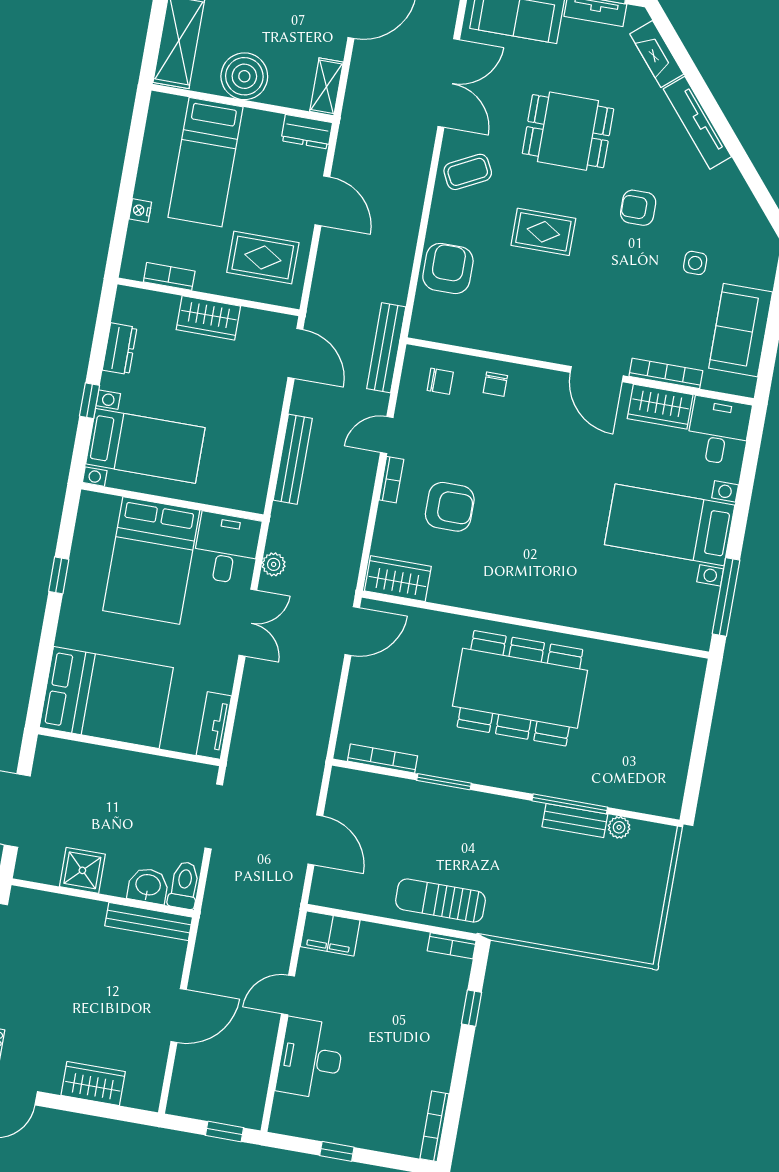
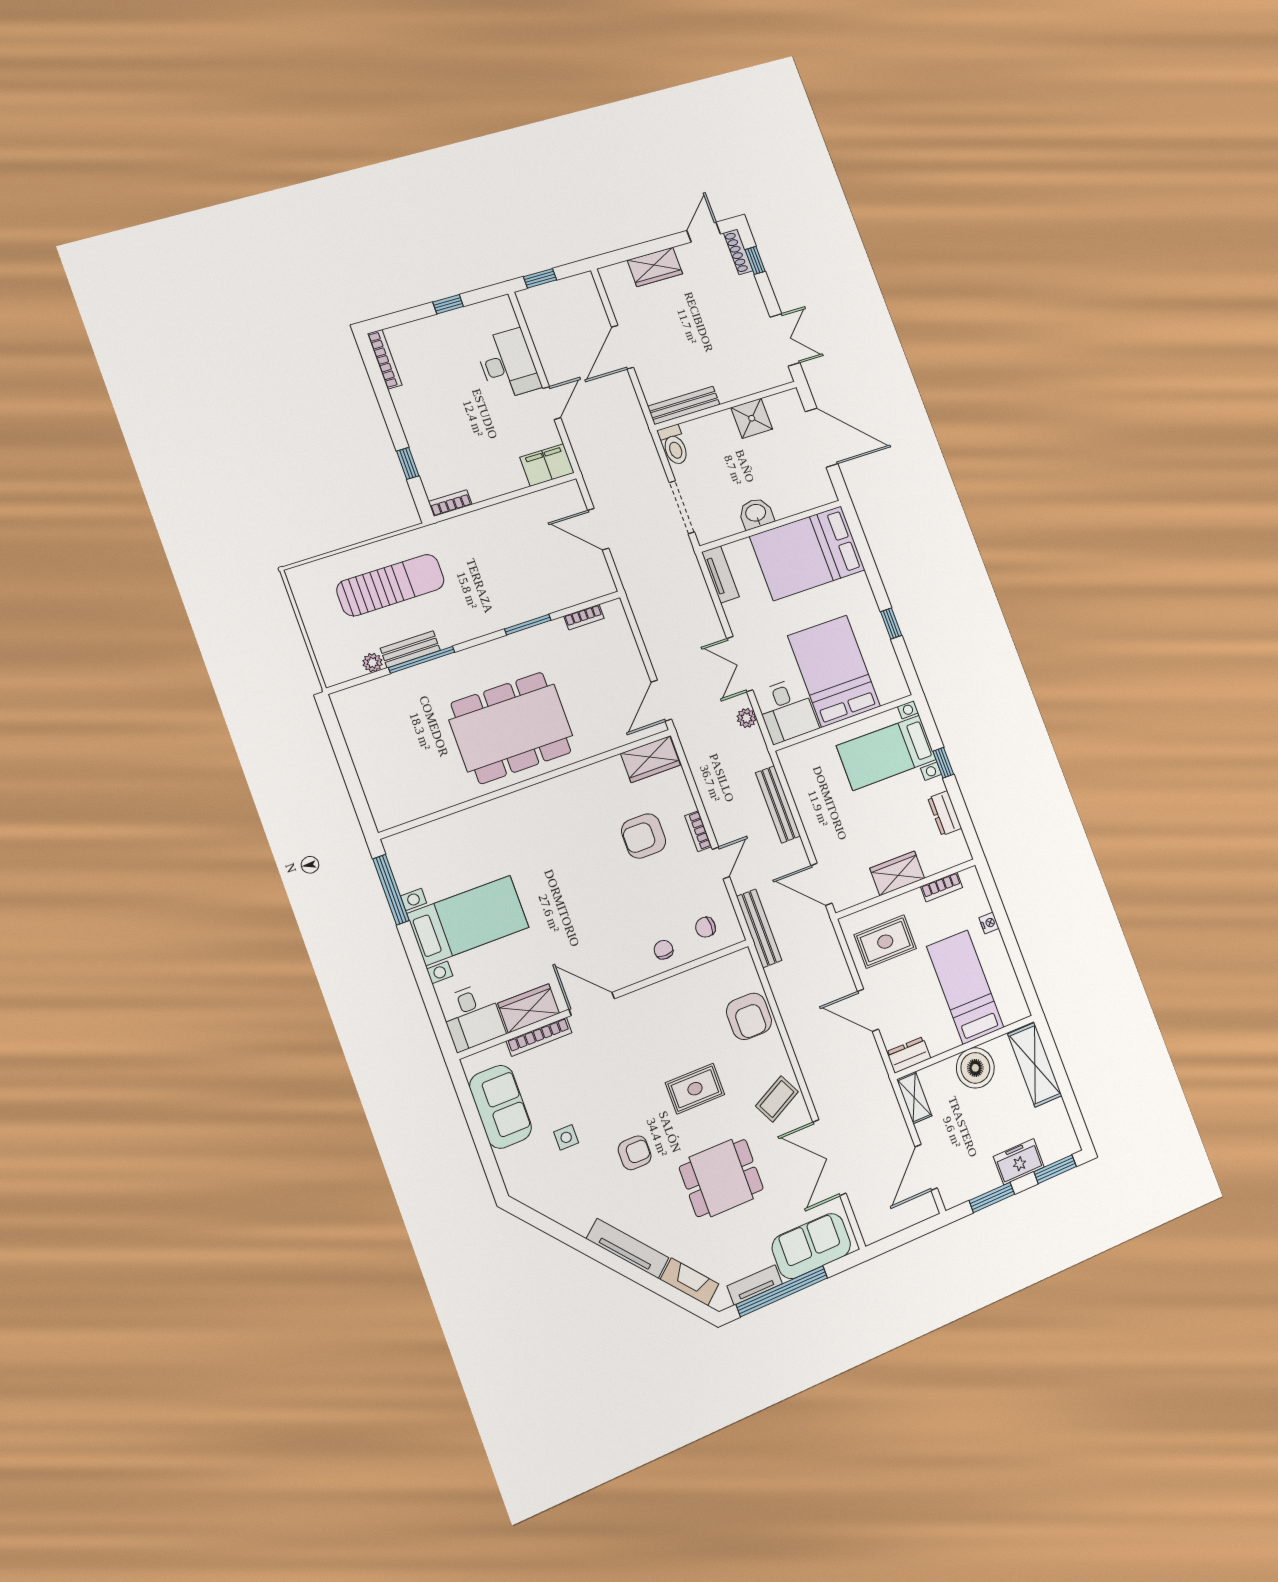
bookcase: (382, 758) -> (584, 617), width x0.64
washbasin: (148, 886) -> (756, 514), moved, turned 180
sun lounger: (440, 901) -> (391, 585), moved, width x1.36, depth x1.34

